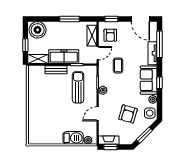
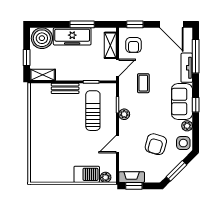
freezer: (64, 57) -> (72, 36), moved, turned 180

